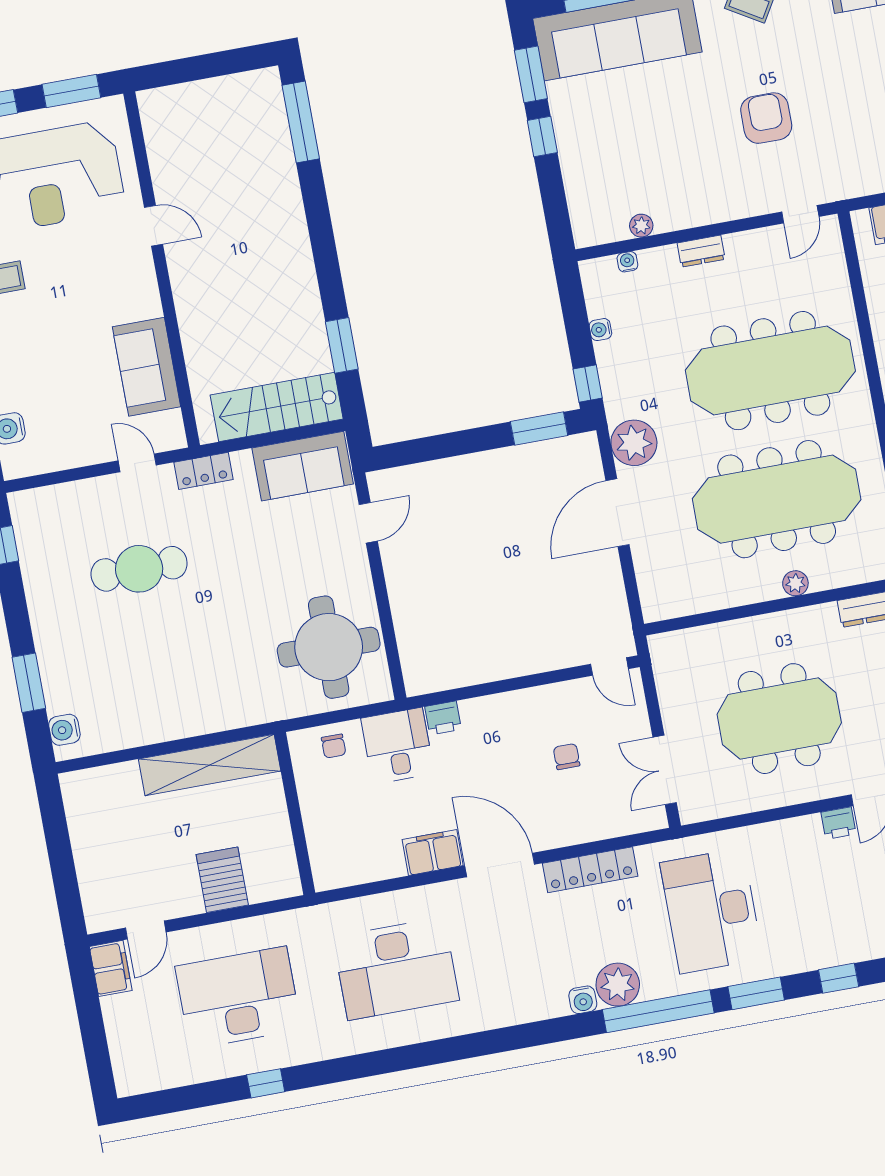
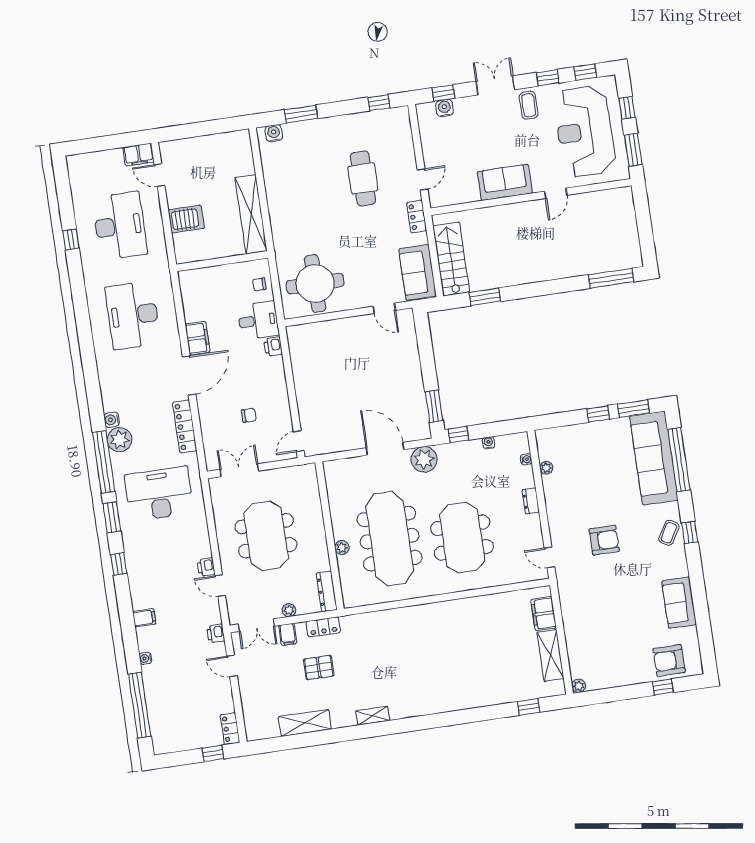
sofa: (147, 367) -> (505, 182), moved
meeting table: (770, 371) -> (462, 538), width x0.73

